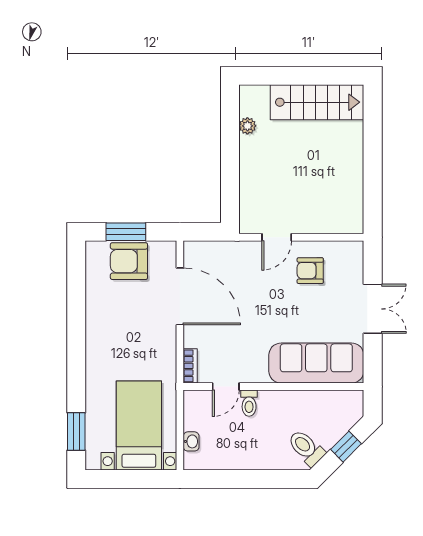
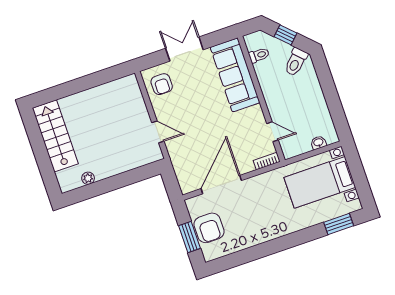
armchair: (310, 271) -> (162, 84), moved
toilet: (249, 403) -> (259, 55), moved

